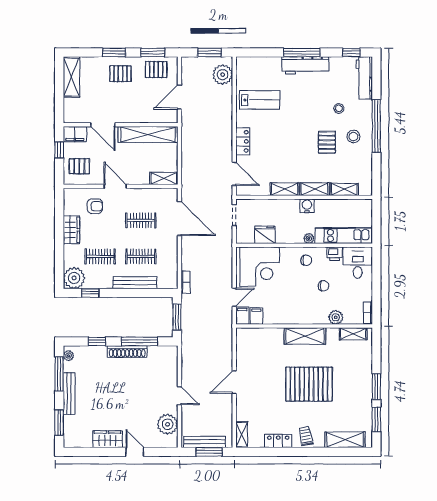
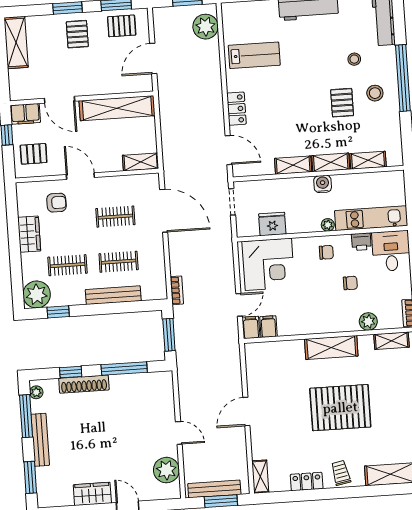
pallet: (120, 74) -> (77, 34), turned 90
shoe rack: (127, 352) -> (84, 384), moved

